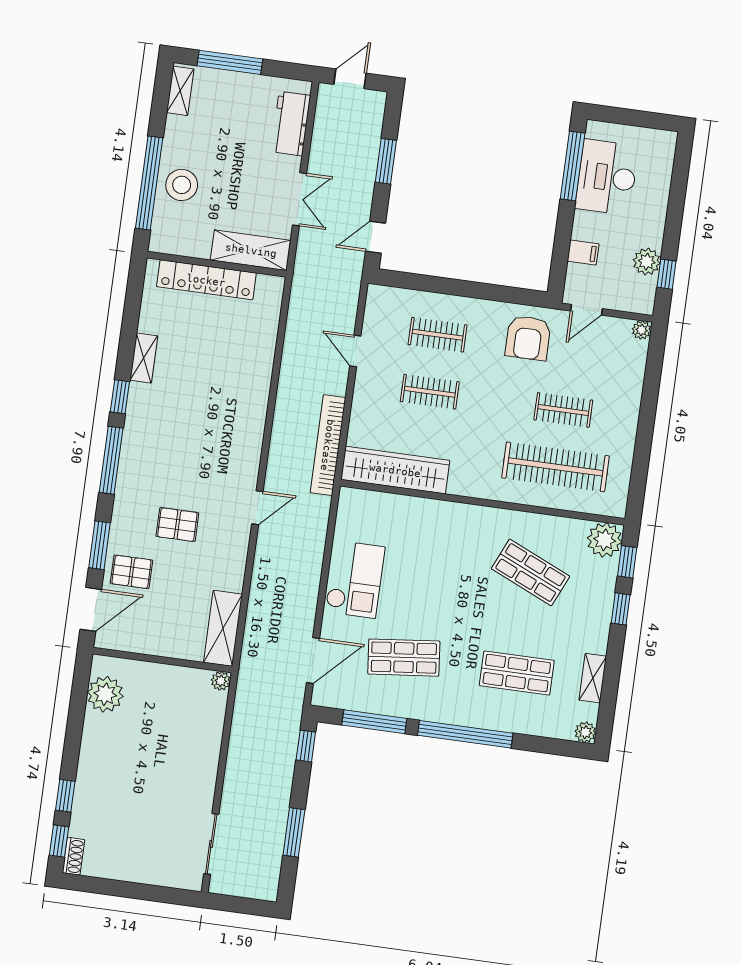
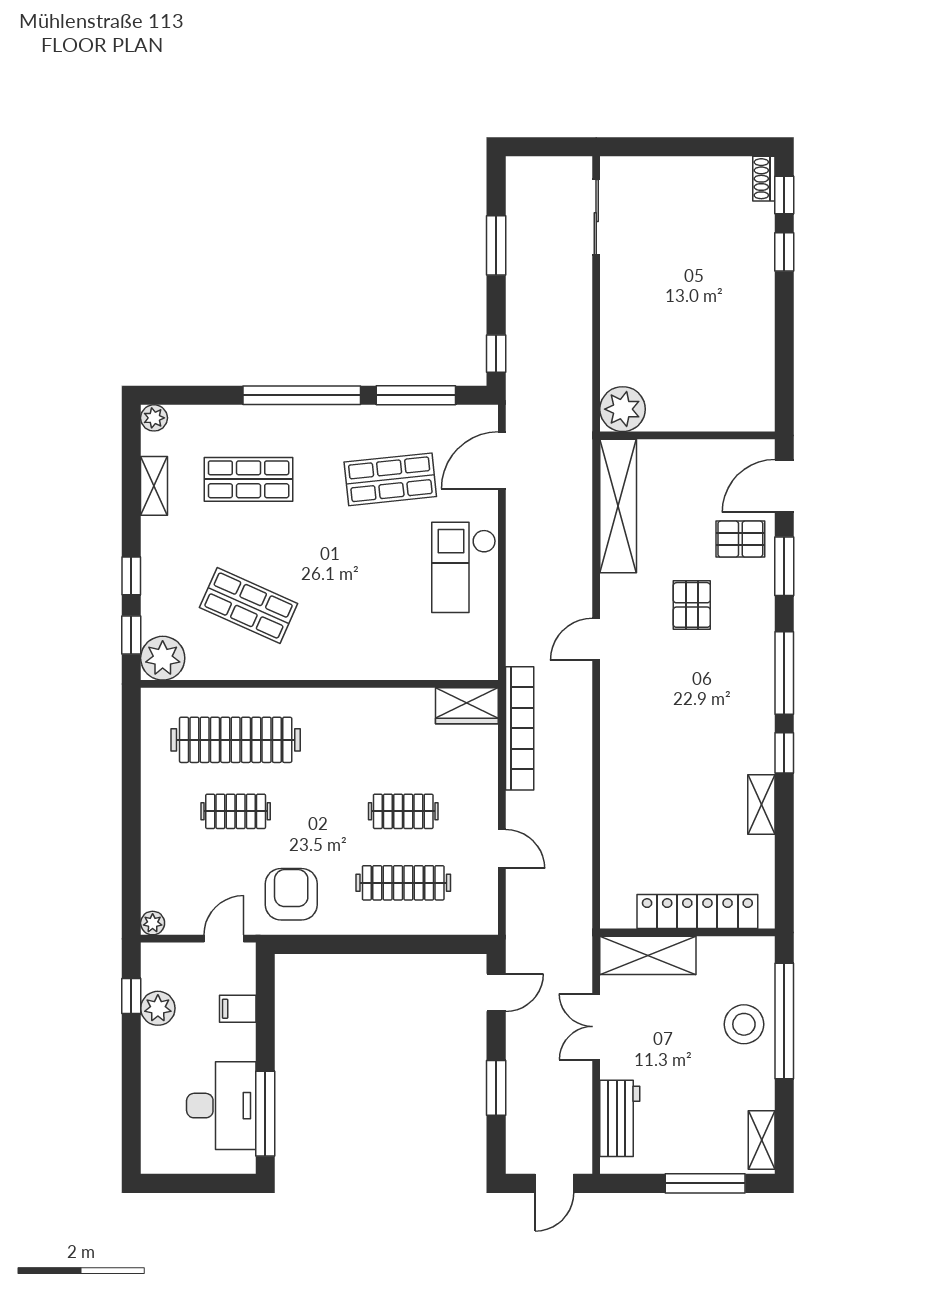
clothes rail: (438, 335) -> (403, 883), width x1.36
wardrobe: (395, 470) -> (467, 706), width x0.48, depth x0.85
pallet: (177, 525) -> (692, 605), turned 90
shelving: (223, 628) -> (618, 506), width x1.47
plant: (221, 681) -> (623, 409), width x1.87, depth x1.87
plant: (105, 694) -> (752, 384), removed

